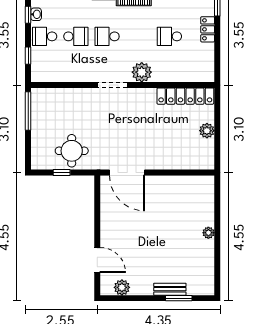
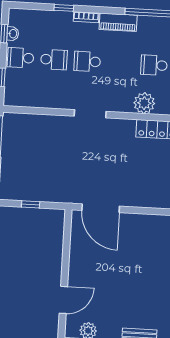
plant: (142, 72) -> (144, 103), moved
round table: (72, 151) -> (43, 182), removed
door: (97, 260) -> (63, 300), hinge flipped

